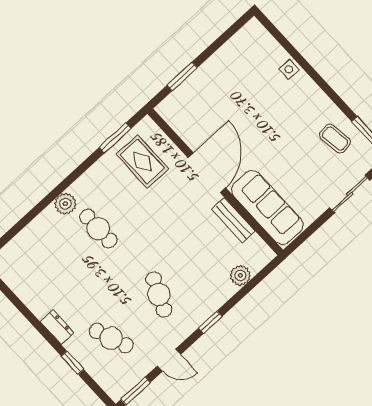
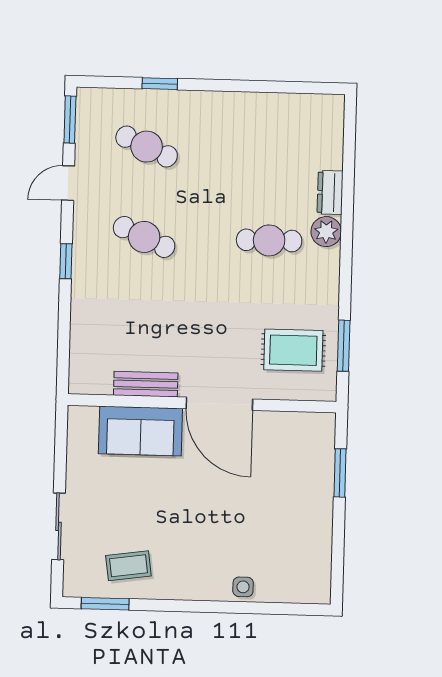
sofa: (267, 207) -> (140, 431), width x0.73
plant: (240, 275) -> (84, 337), removed
dresser: (57, 327) -> (330, 192), moved, turned 90
cafe table: (111, 338) -> (147, 147), turned 45

